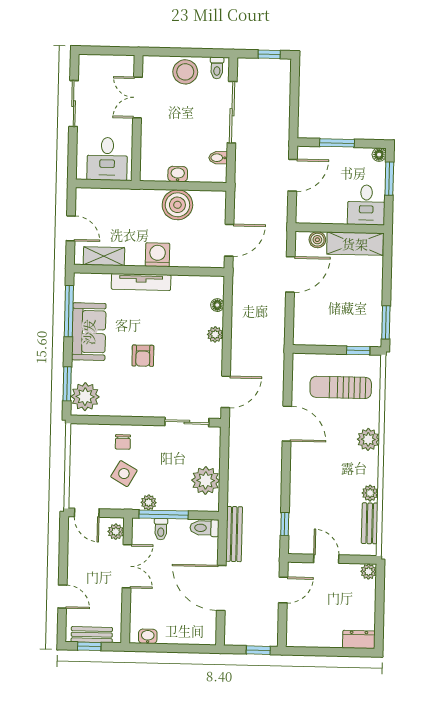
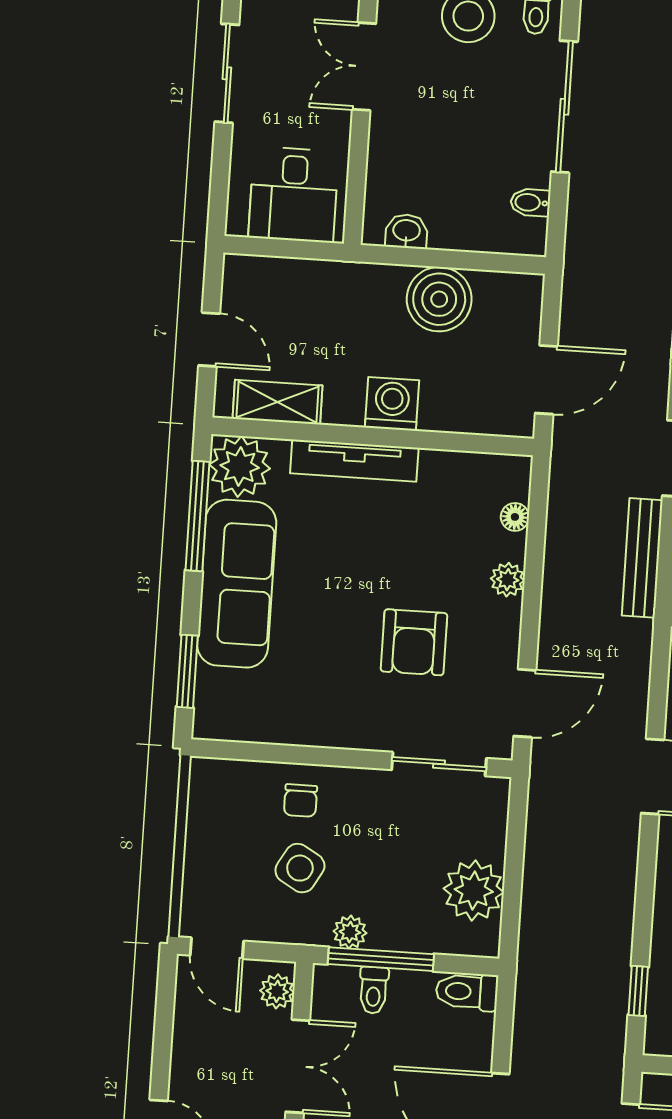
washbasin: (178, 174) -> (407, 231), moved
sofa: (89, 332) -> (237, 584), width x1.36
armchair: (143, 356) -> (414, 642), moved, width x1.38, depth x1.38
plant: (85, 397) -> (240, 467), moved
bench: (234, 534) -> (642, 558), moved

